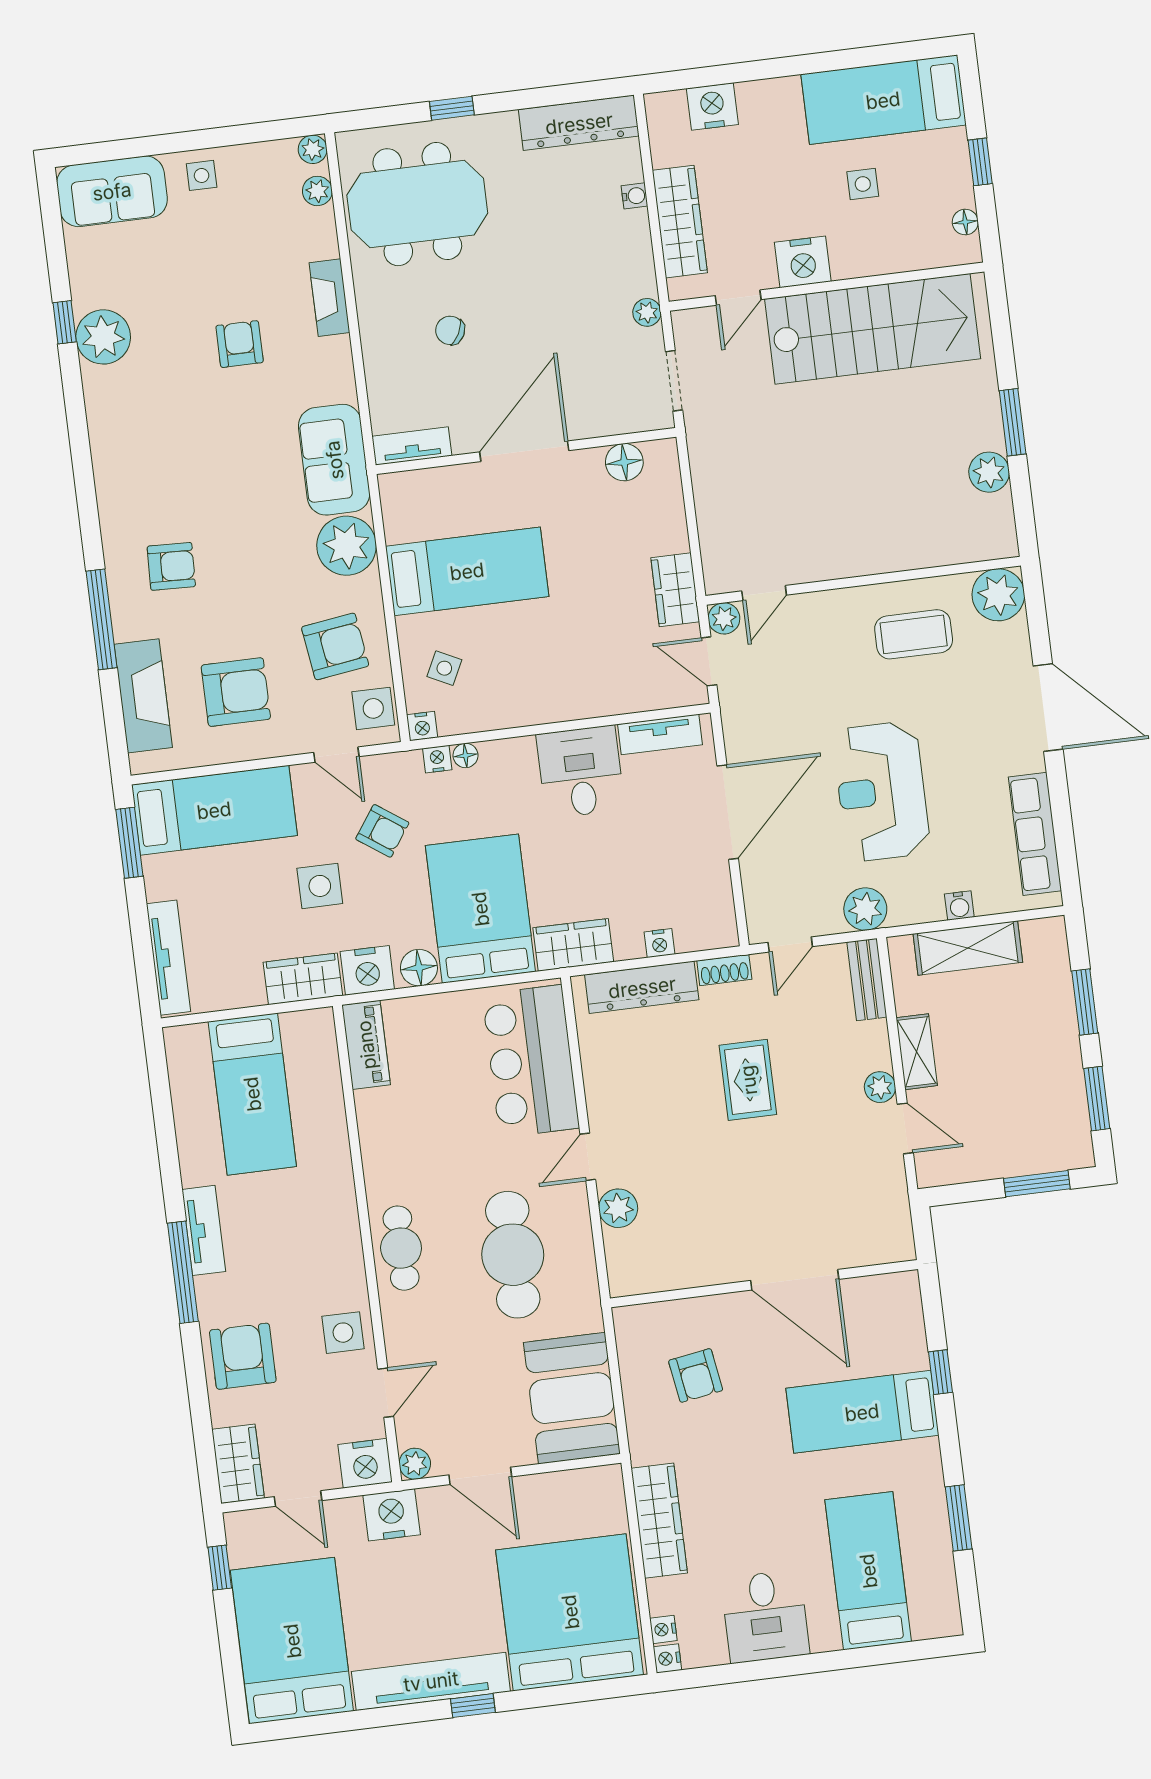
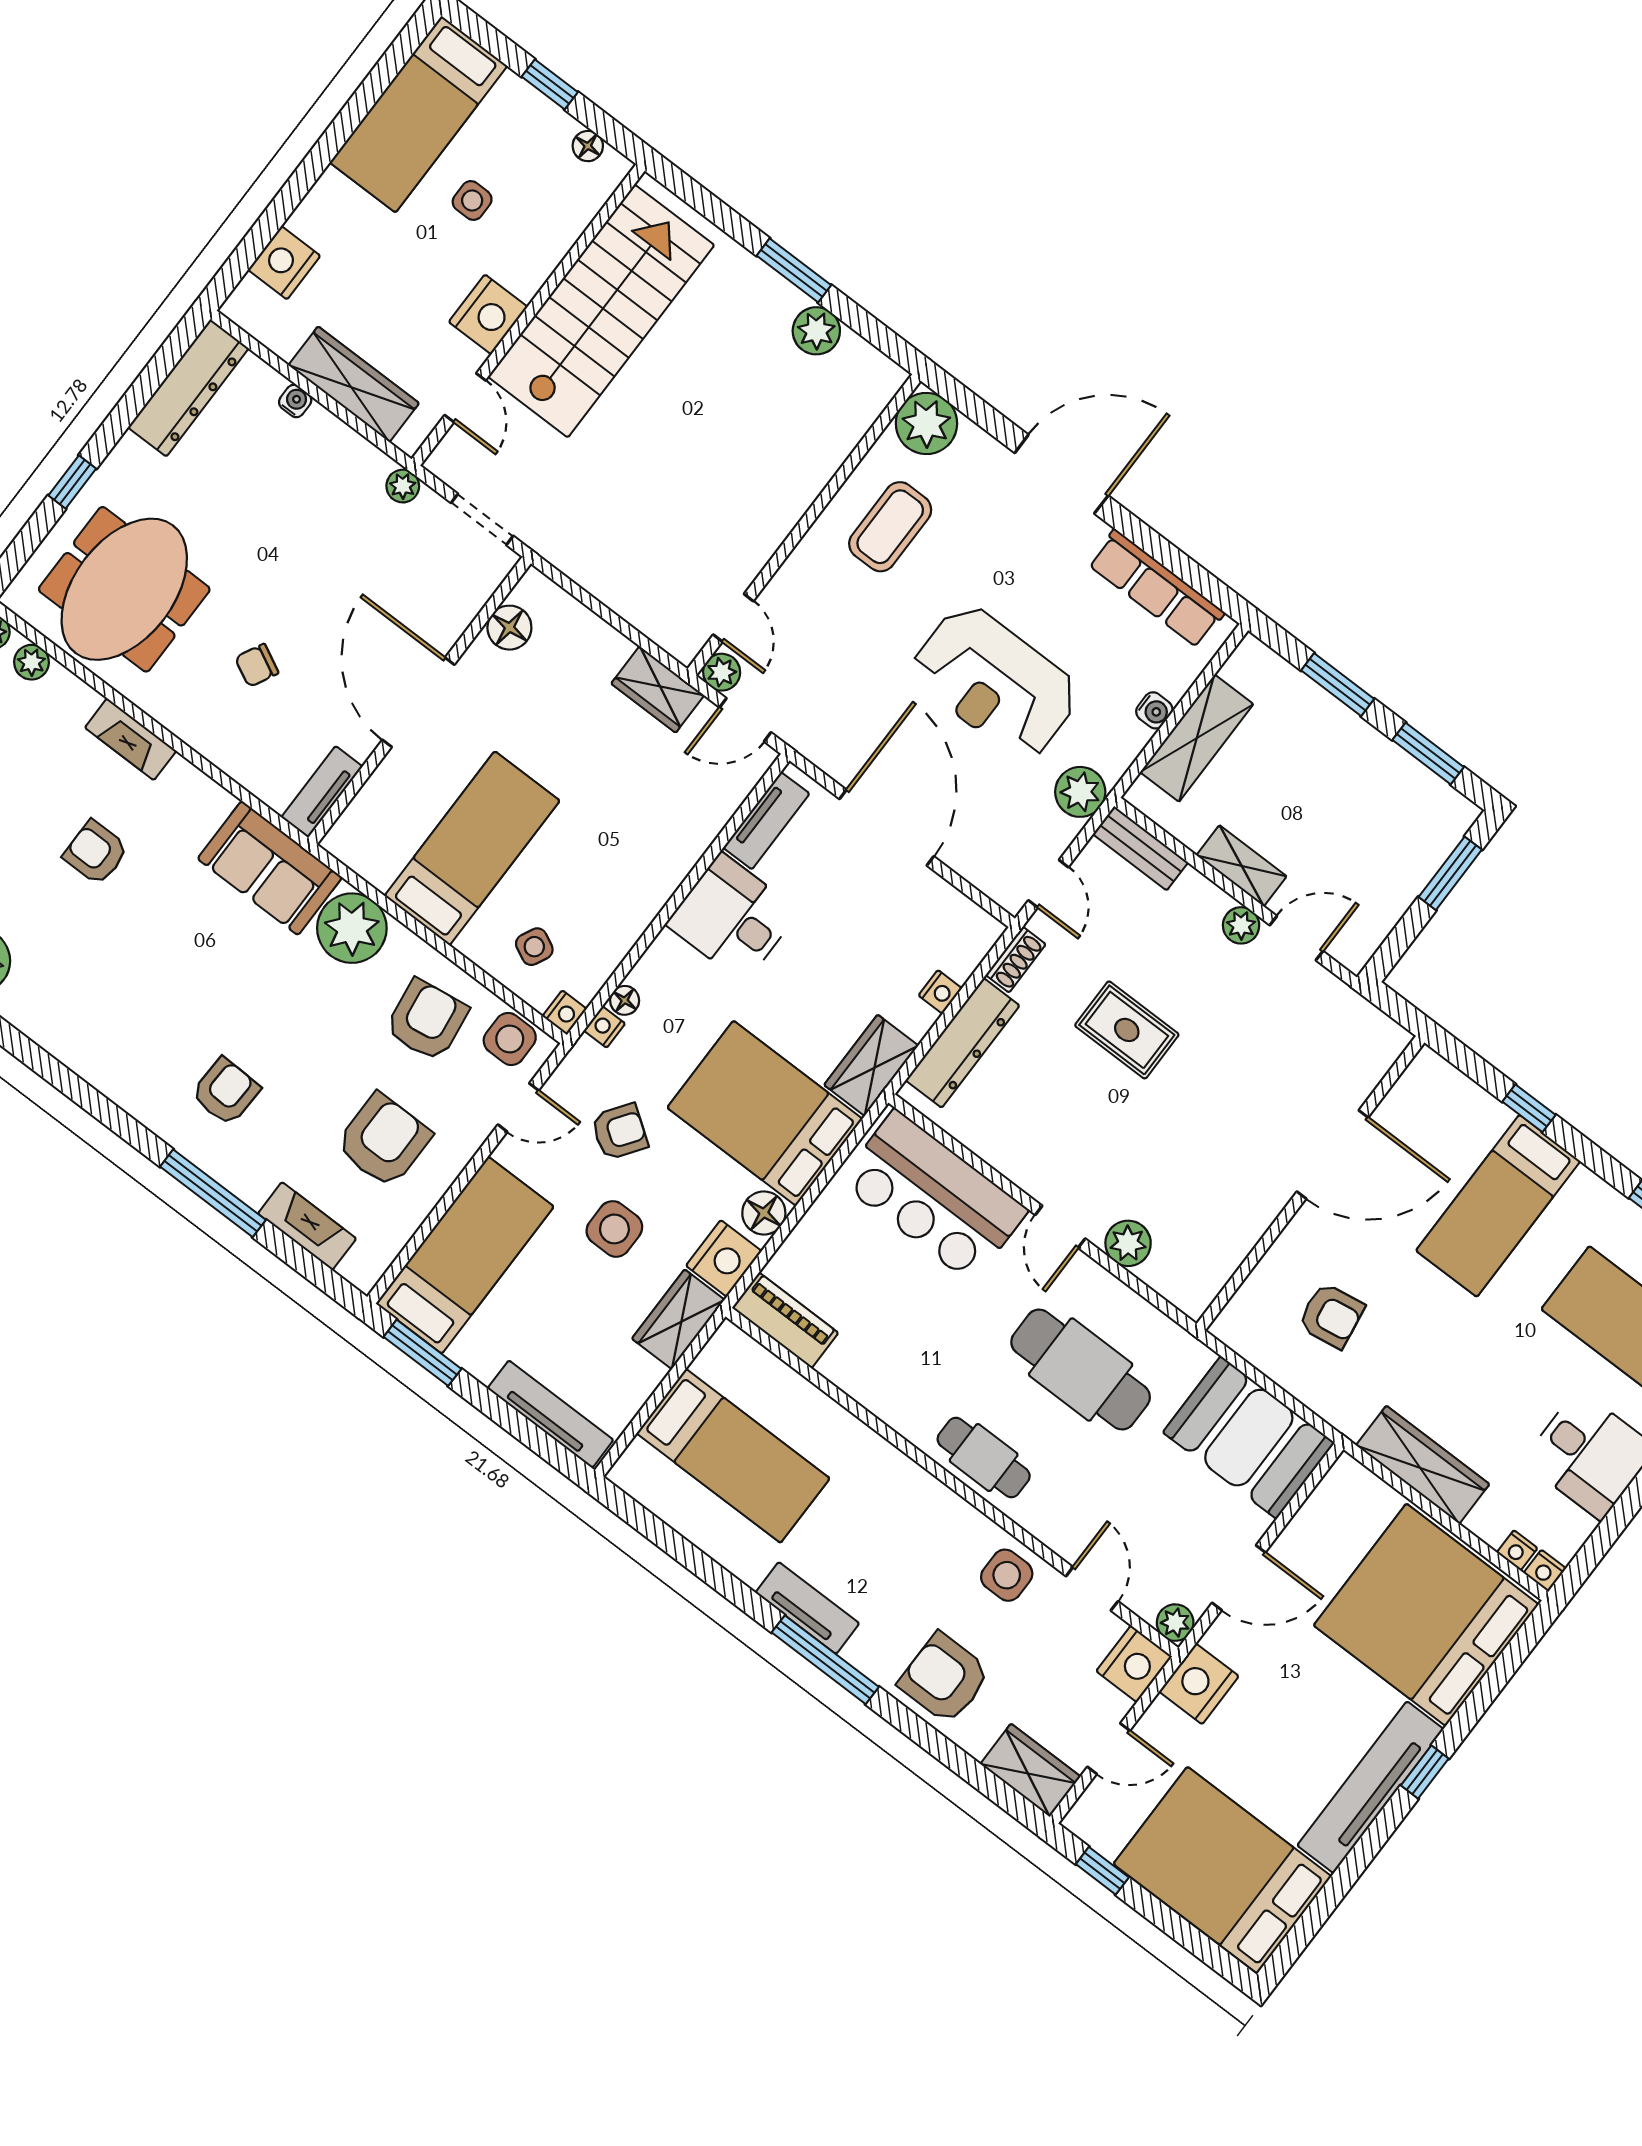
fireplace: (143, 696) -> (307, 1226), width x0.73, depth x0.76

